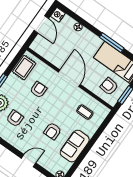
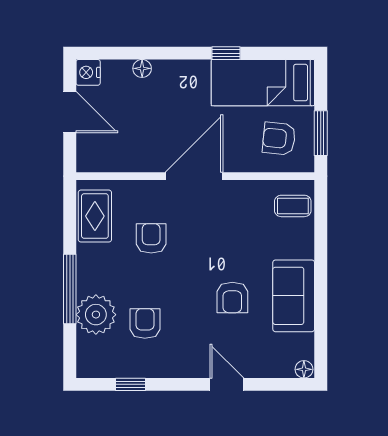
window: (112, 43) -> (226, 53), width x0.46
door: (69, 78) -> (194, 176), hinge flipped
coffee table: (85, 112) -> (293, 206), moved
door: (29, 161) -> (227, 384), hinge flipped

